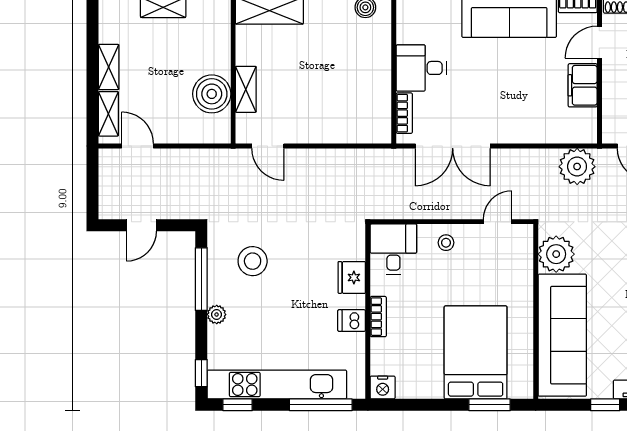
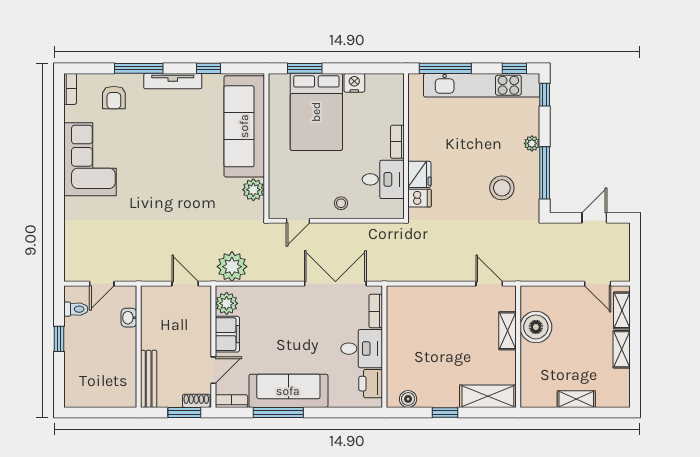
printer: (410, 26) -> (371, 384), added
plant: (584, 122) -> (227, 303), added
desk: (393, 249) -> (383, 179), moved, turned -90
plant: (556, 254) -> (253, 190), width x0.73, depth x0.73
dishwasher: (352, 321) -> (420, 198), moved
nightstand: (383, 387) -> (354, 83), moved

